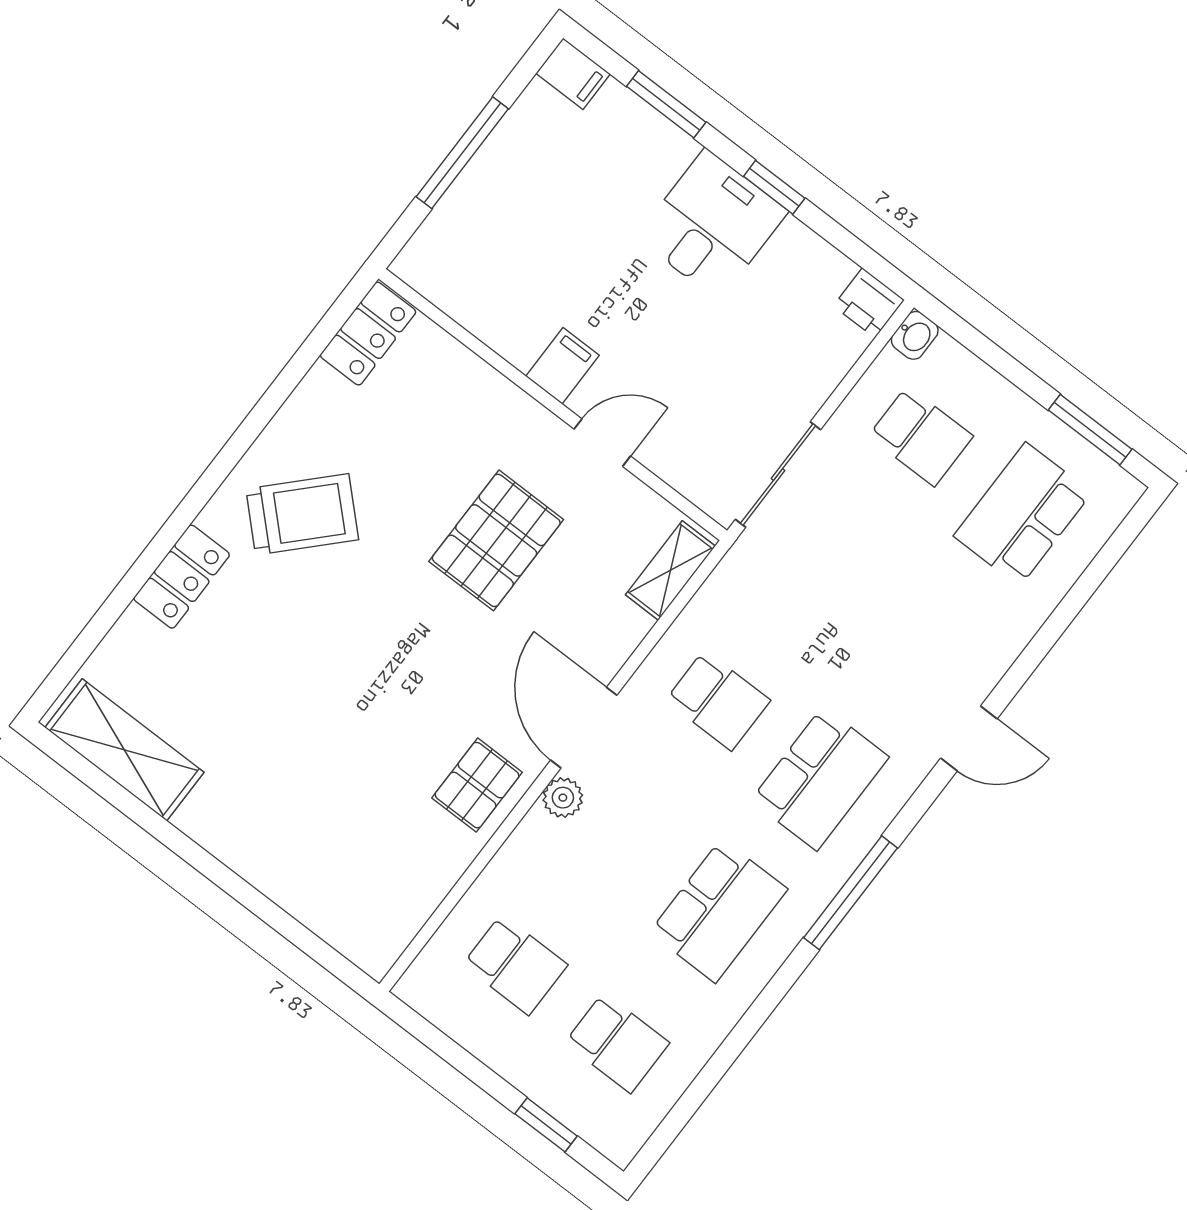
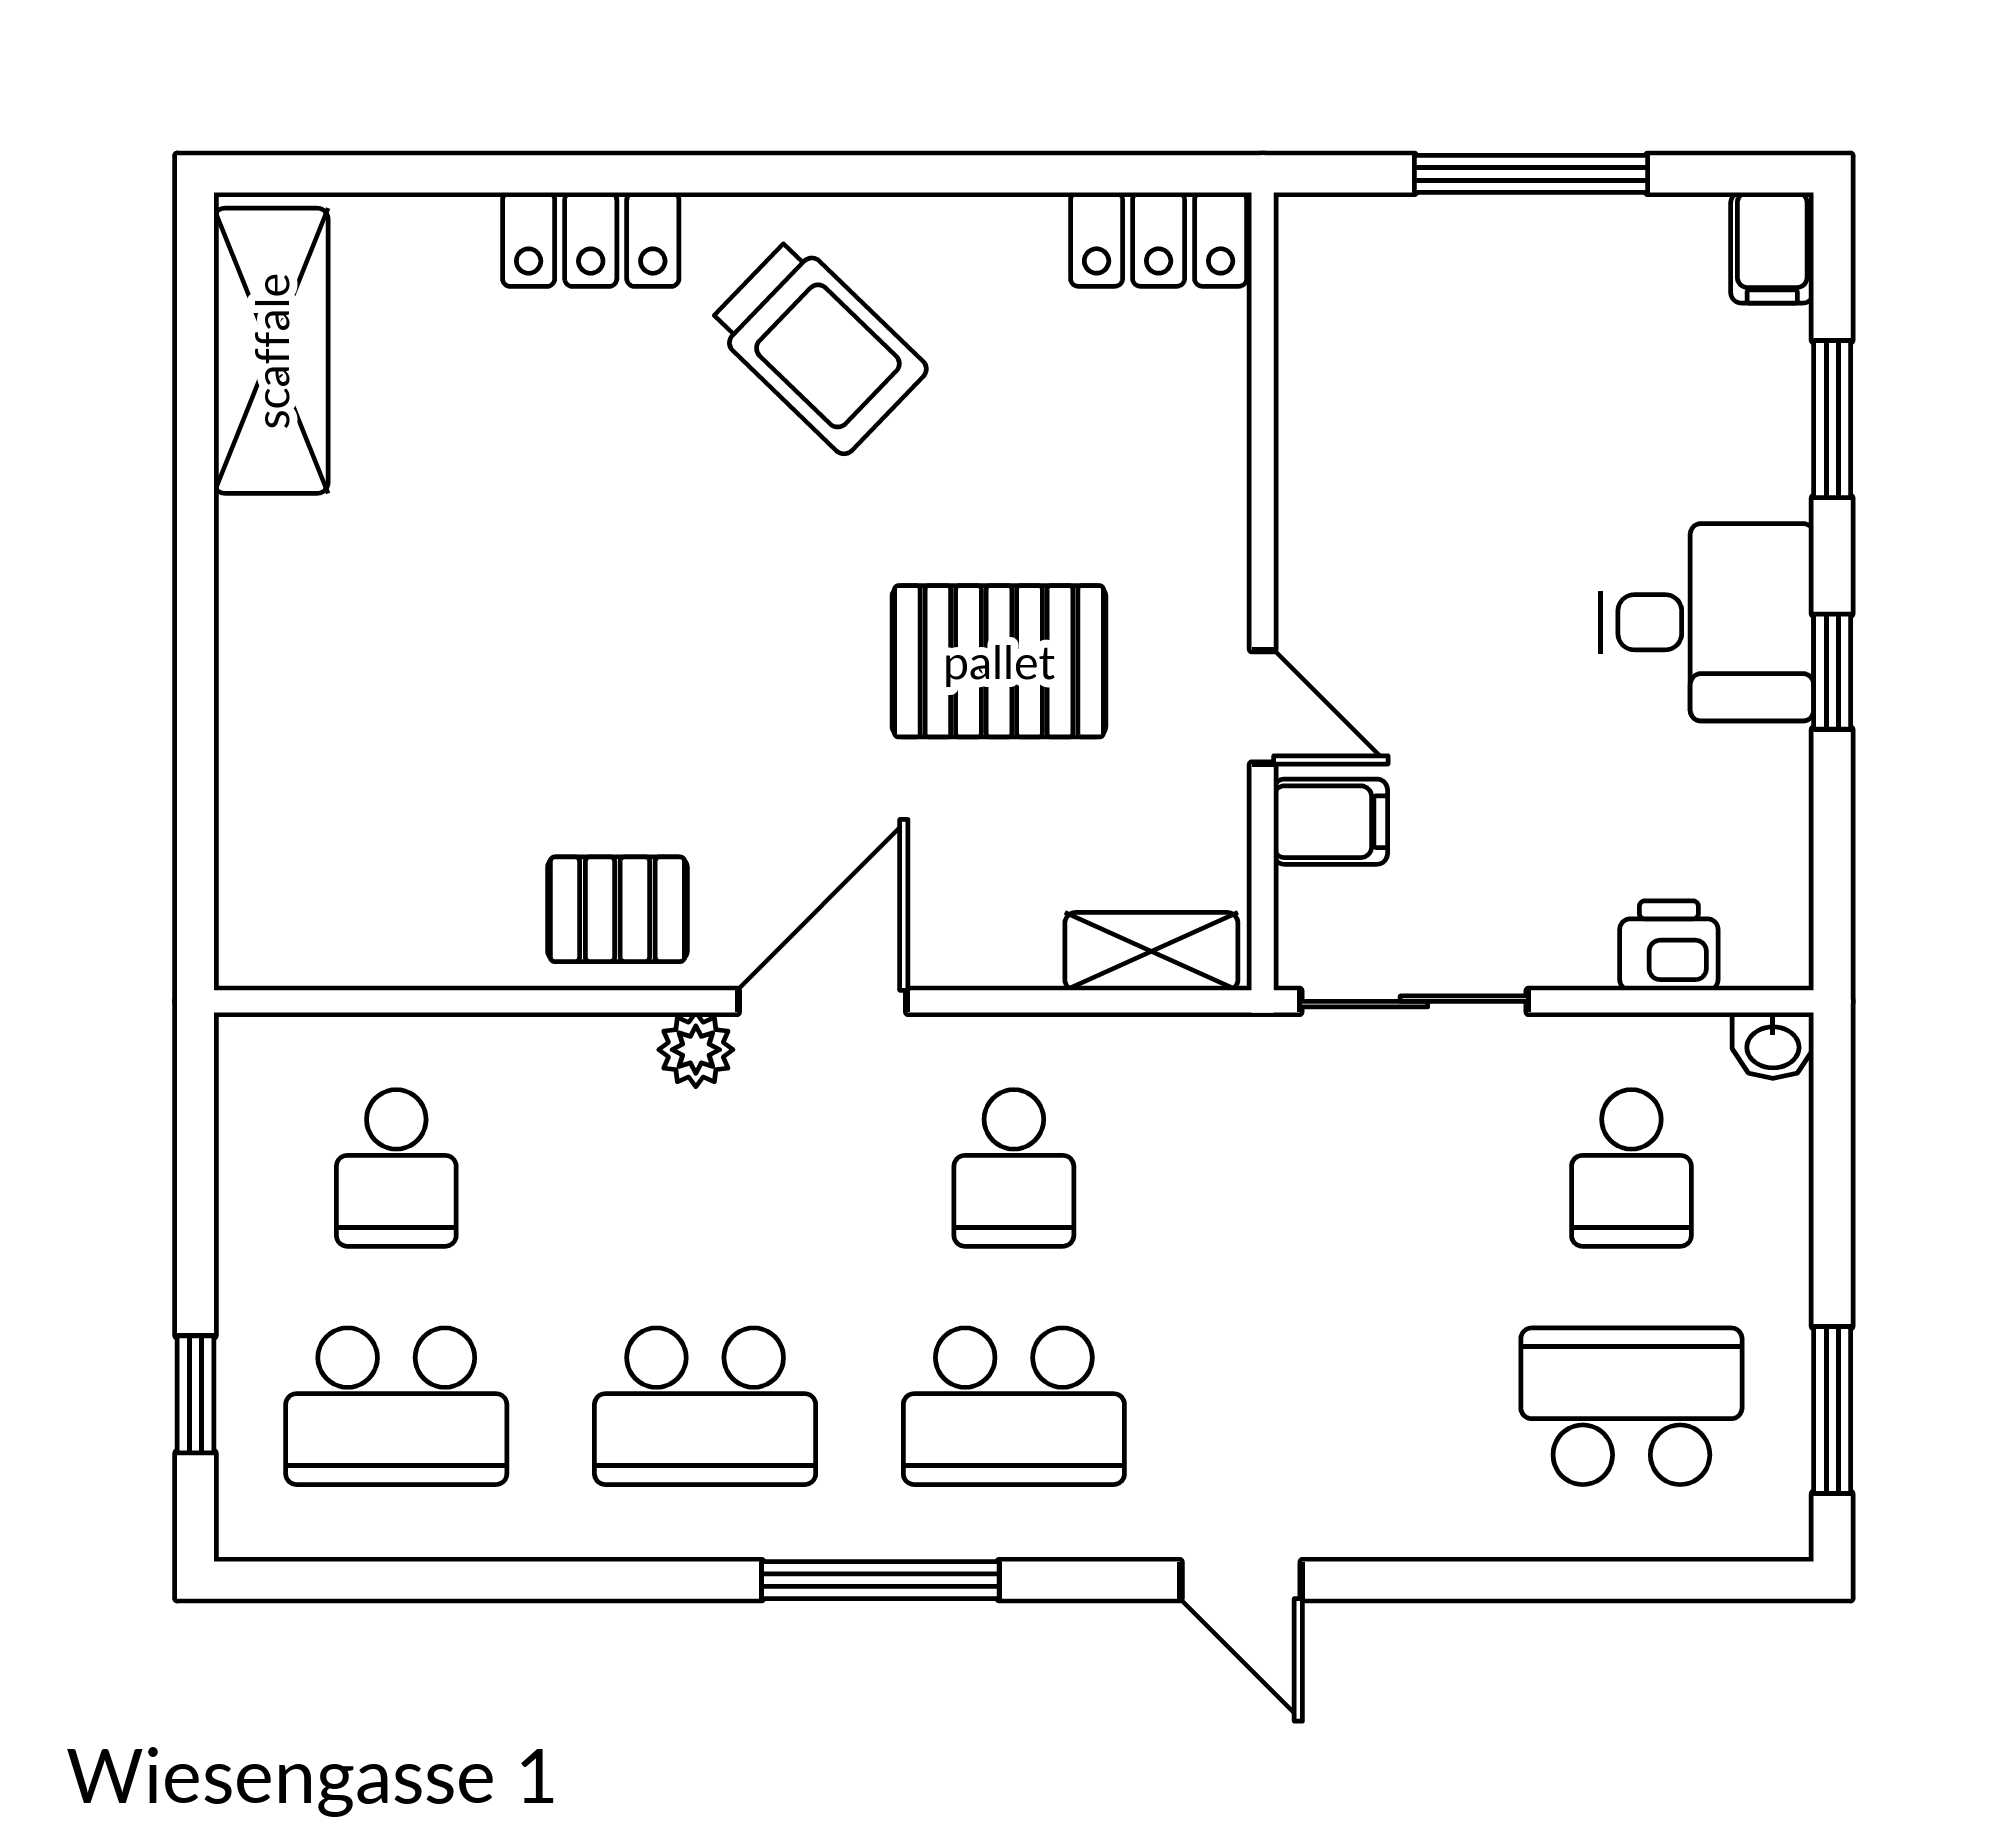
printer: (869, 303) -> (1669, 946), moved, turned 90
filing cabinet: (562, 366) -> (1331, 822), moved
school desk: (617, 1043) -> (396, 1406), width x1.85

